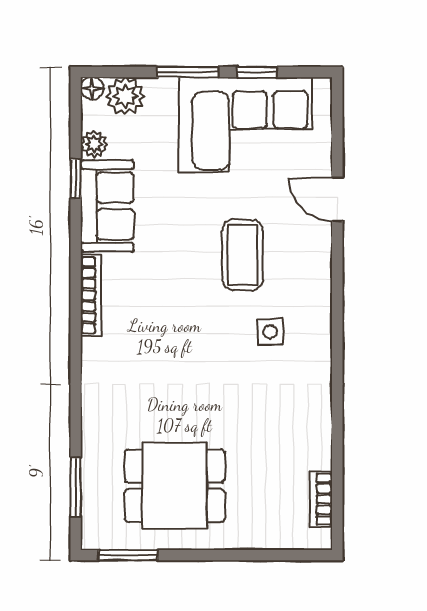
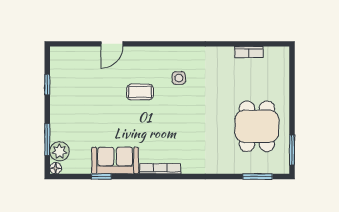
window: (188, 72) -> (47, 139), moved
corner sofa: (245, 125) -> (74, 90), removed
plant: (94, 144) -> (84, 167), removed
coffee table: (242, 255) -> (140, 92), width x0.73, depth x0.77
bookcase: (321, 499) -> (249, 52), moved

